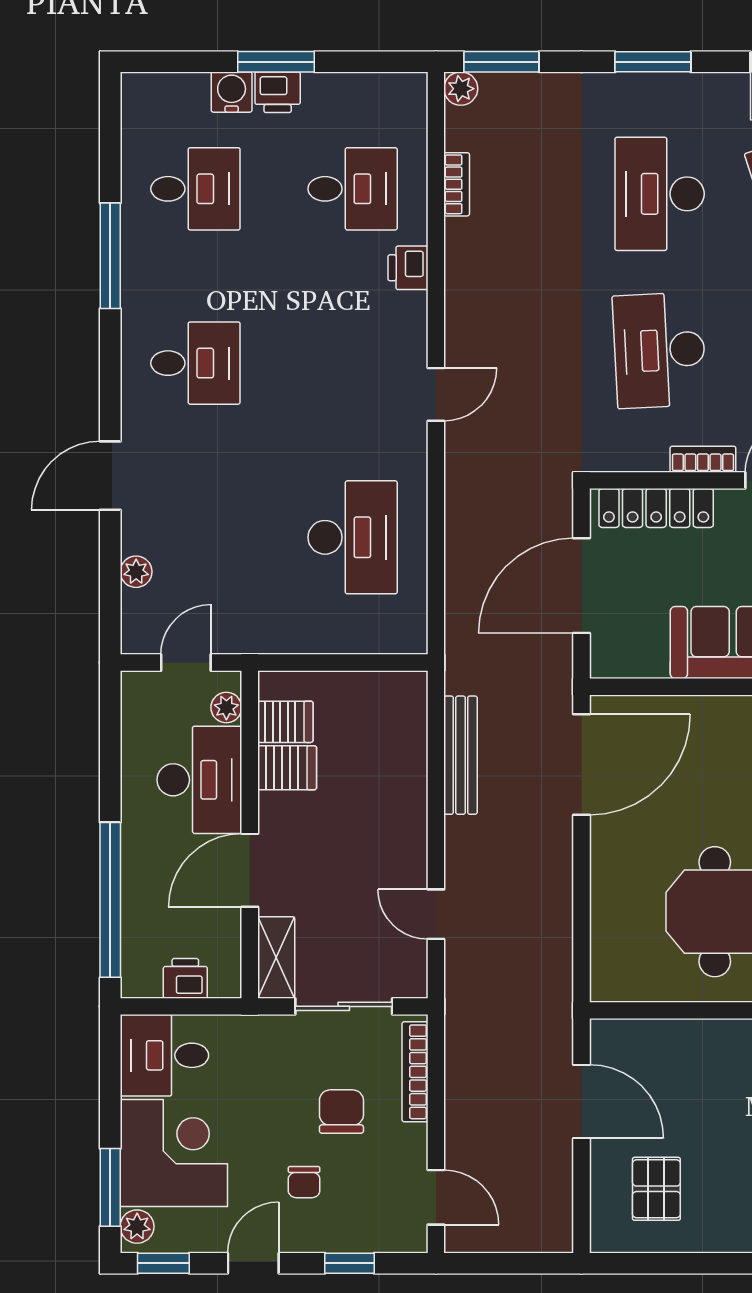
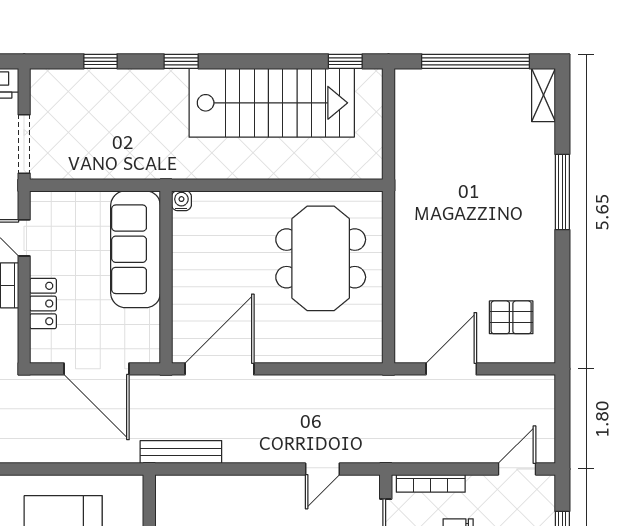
locker: (656, 508) -> (43, 304), width x0.66
bench: (461, 755) -> (181, 452), moved
door: (581, 765) -> (219, 369), hinge flipped

